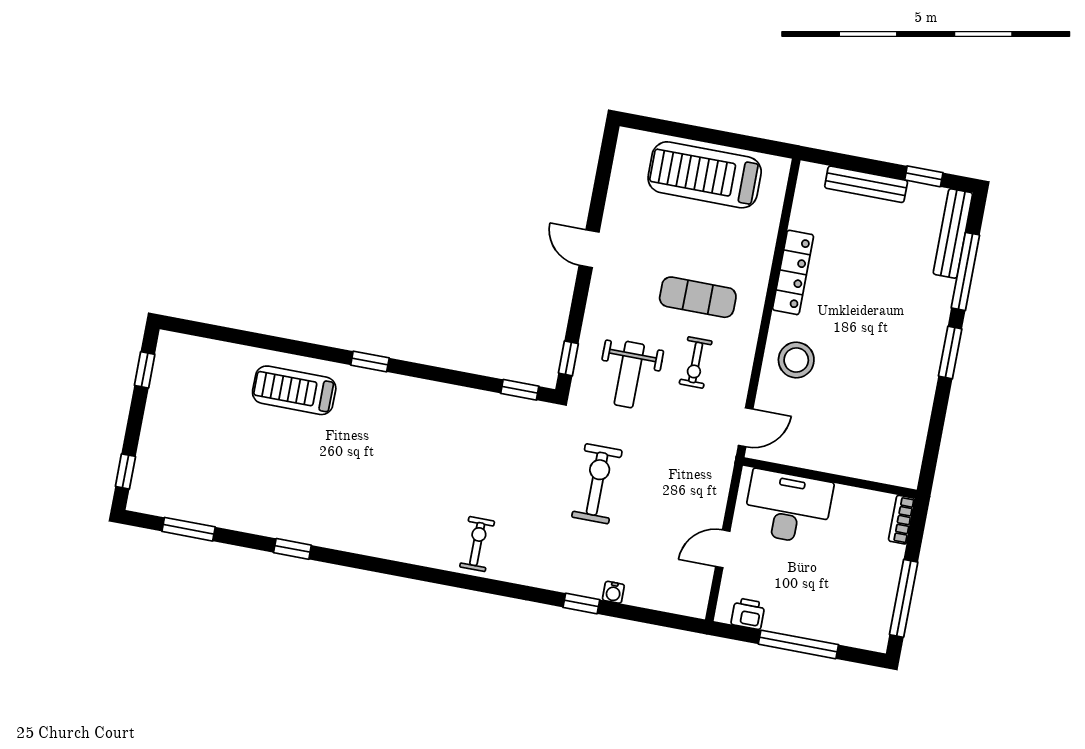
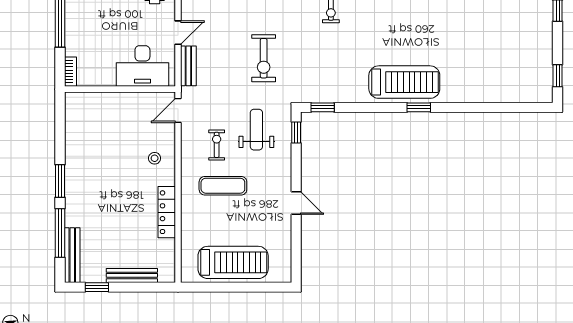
stool: (796, 360) -> (155, 158), width x0.53, depth x0.53
treadmill: (294, 390) -> (404, 82), moved, width x1.37, depth x1.38
bench: (716, 494) -> (188, 66), added

